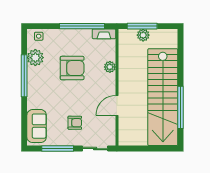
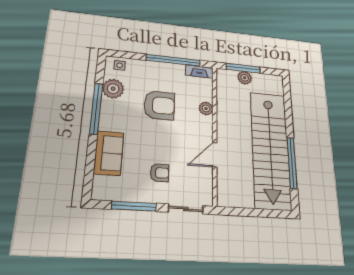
sofa: (37, 126) -> (109, 153), moved

